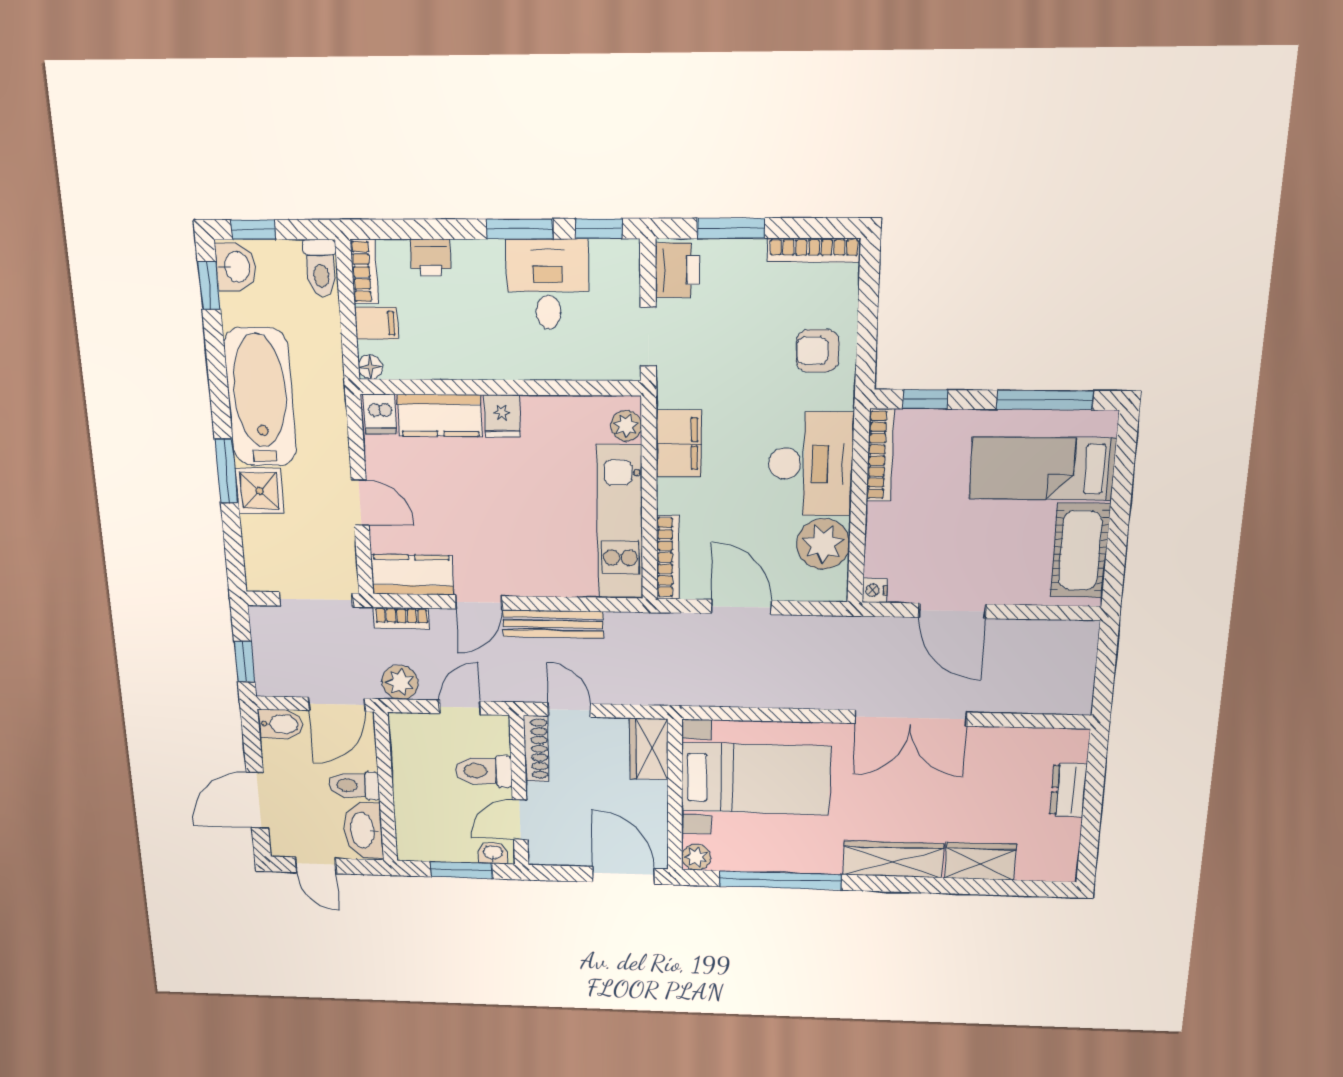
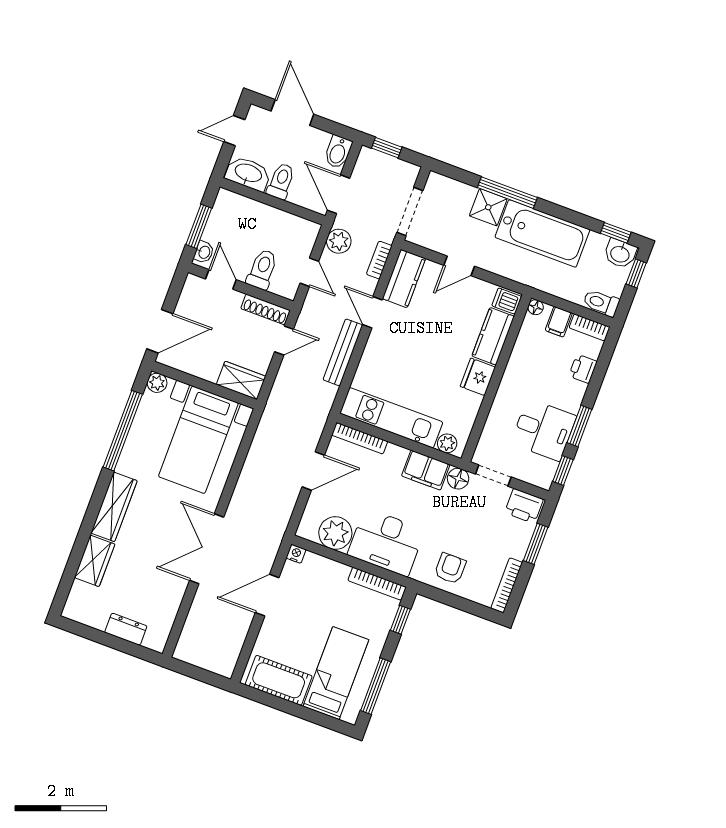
floor lamp: (673, 390) -> (458, 479), added
fridge: (502, 416) -> (478, 377), width x1.38
window: (226, 471) -> (507, 193), width x1.44

